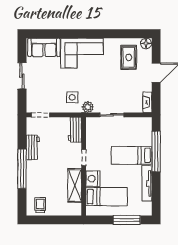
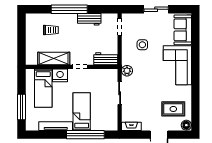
side table: (72, 97) -> (142, 45), moved
trolley: (40, 205) -> (51, 30), moved

